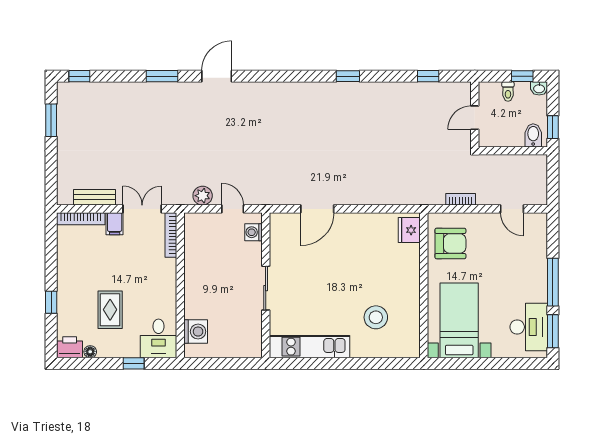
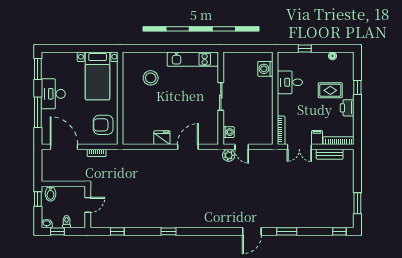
plant: (203, 196) -> (229, 155), moved
door: (512, 209) -> (64, 147), width x1.88
fridge: (409, 230) -> (162, 138), moved, turned -90
window: (553, 282) -> (38, 112), moved
rug: (110, 310) -> (330, 90), moved, turned 90
desk: (529, 327) -> (53, 94), moved
desk: (159, 338) -> (290, 82), moved, turned -90
printer: (70, 347) -> (347, 108), moved, turned 90

